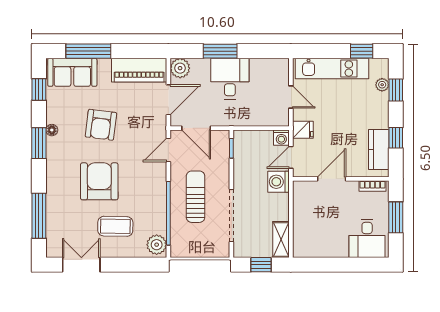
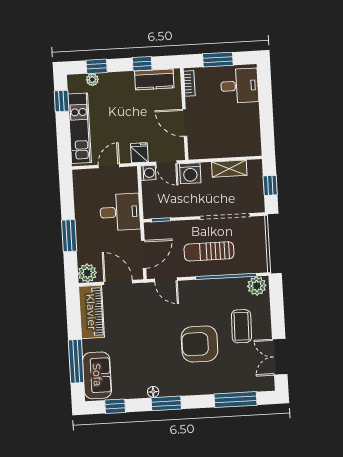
desk: (230, 79) -> (120, 212), moved, turned 180
armchair: (101, 125) -> (145, 345), removed
shelving: (281, 240) -> (229, 169), moved

